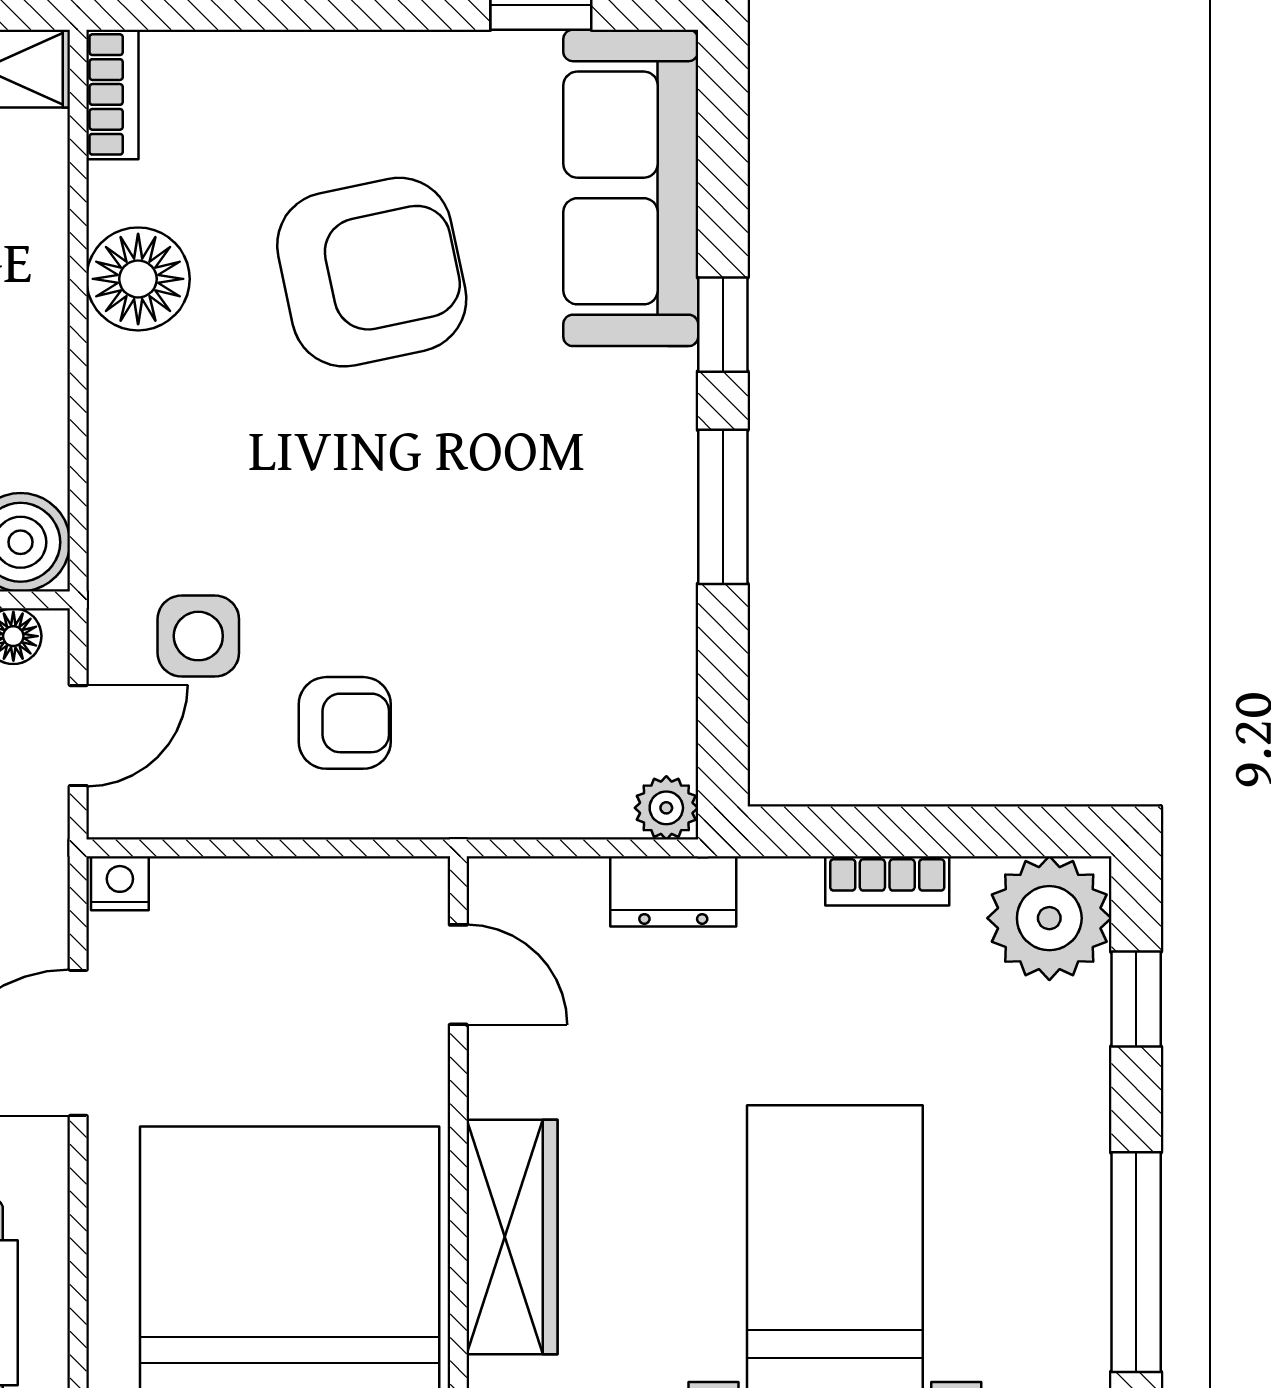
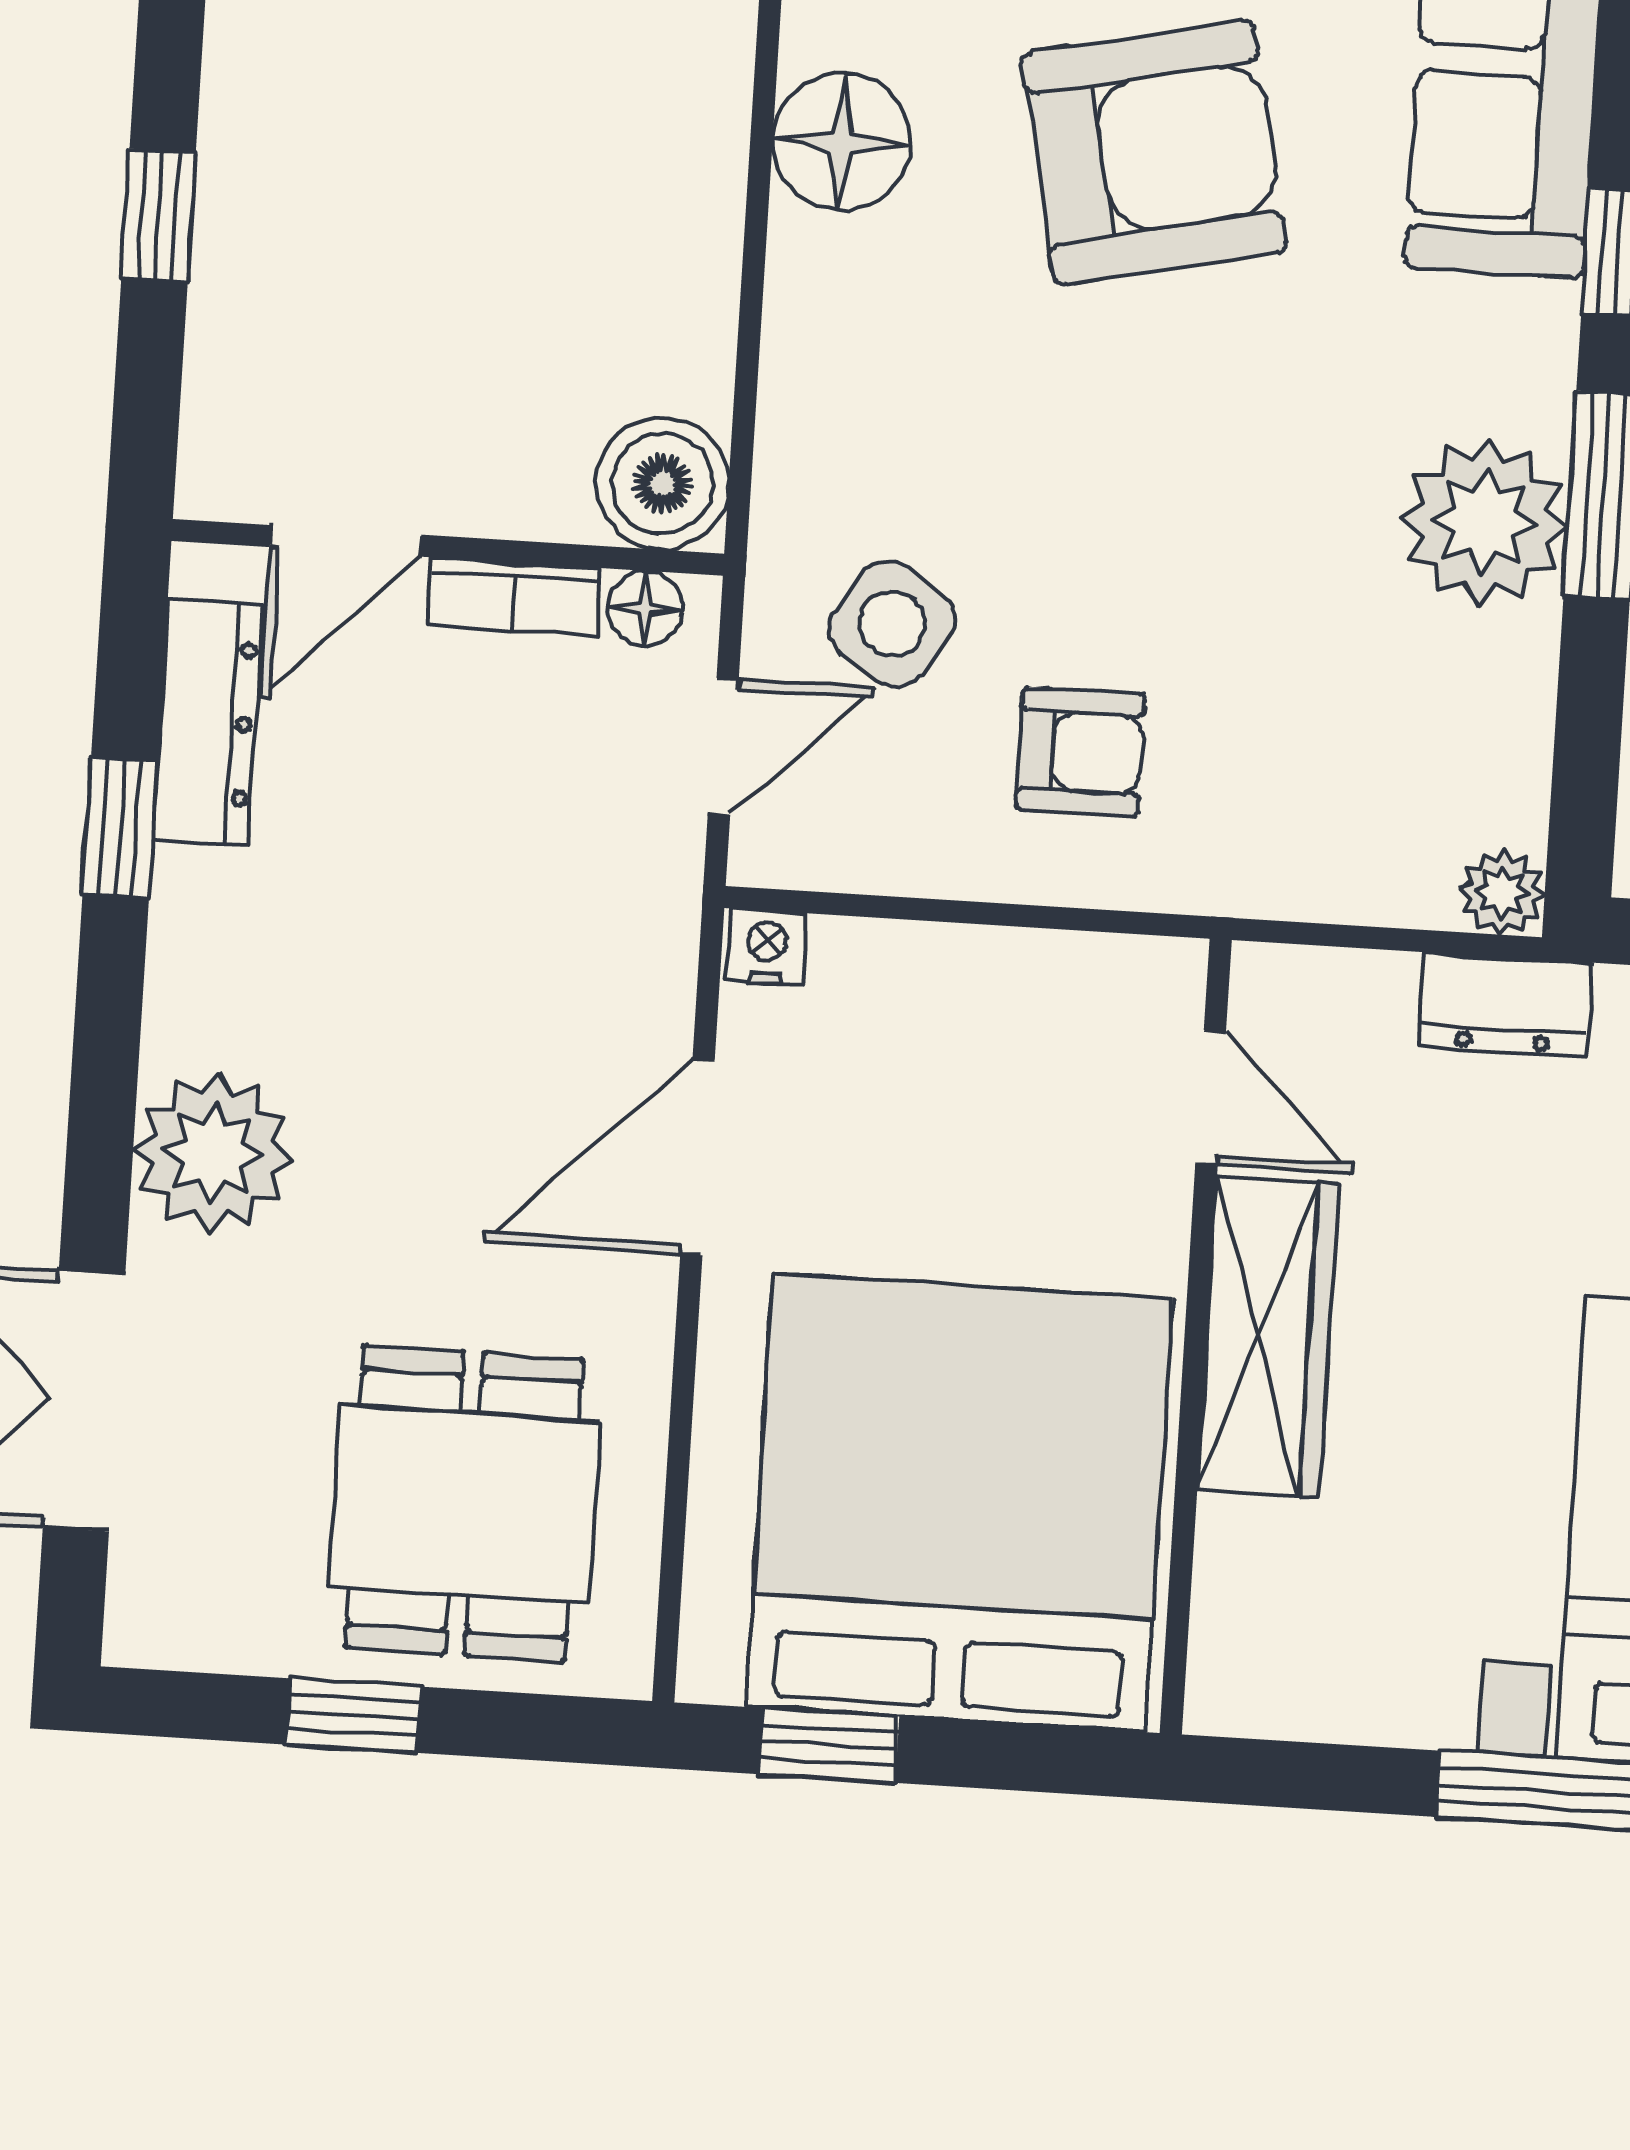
plant: (635, 532) -> (1484, 522), added
side table: (198, 636) -> (892, 624), turned 33
wardrobe: (512, 1237) -> (1268, 1337), moved

